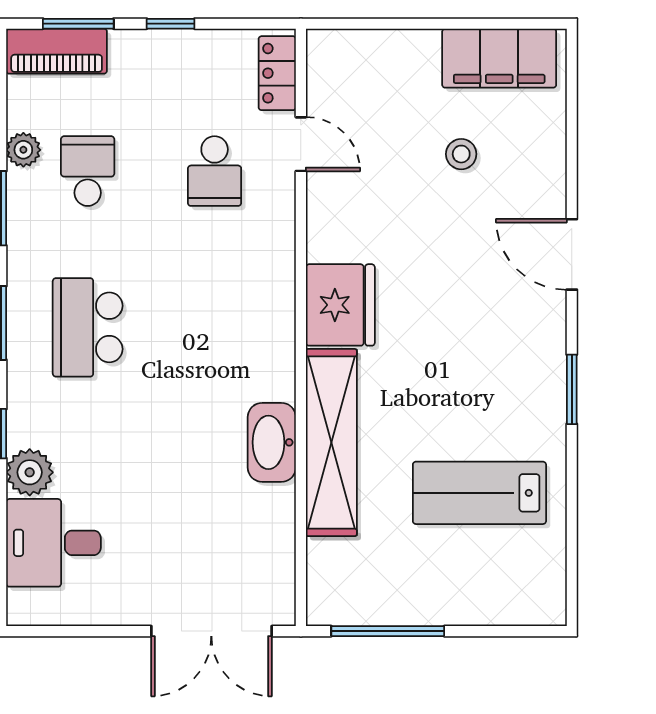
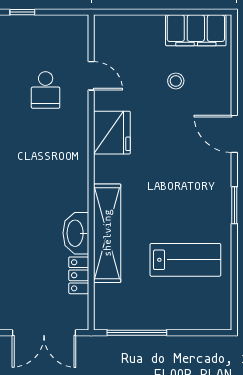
locker: (277, 73) -> (79, 275), moved
fridge: (340, 305) -> (112, 133), moved
lab bench: (479, 493) -> (185, 260), turned 180

